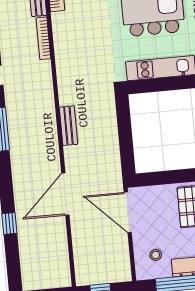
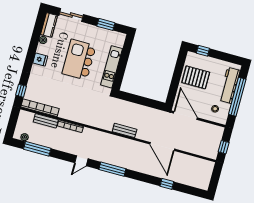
door: (128, 212) -> (185, 115), swing flipped

